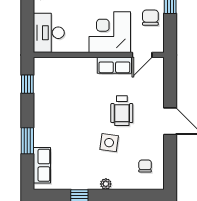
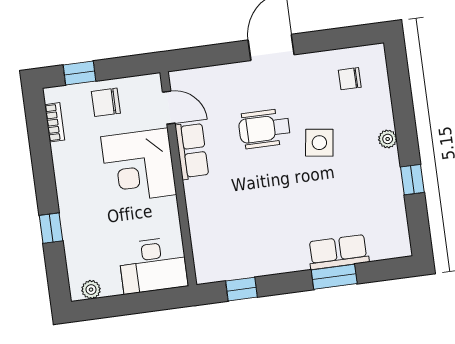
wheelchair: (122, 111) -> (264, 129), turned 180
row of seats: (42, 165) -> (338, 252), moved

